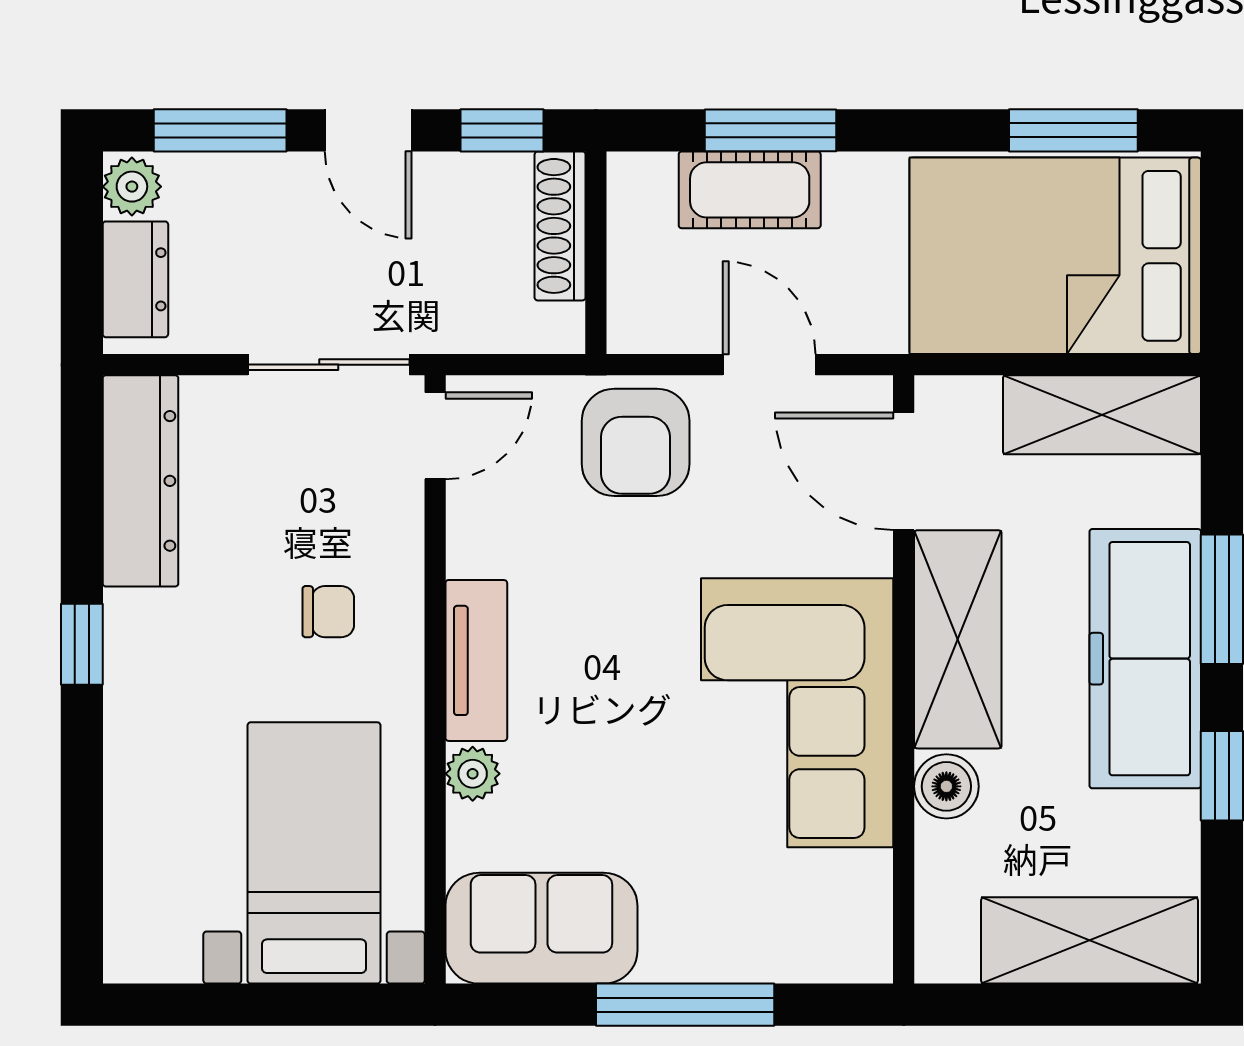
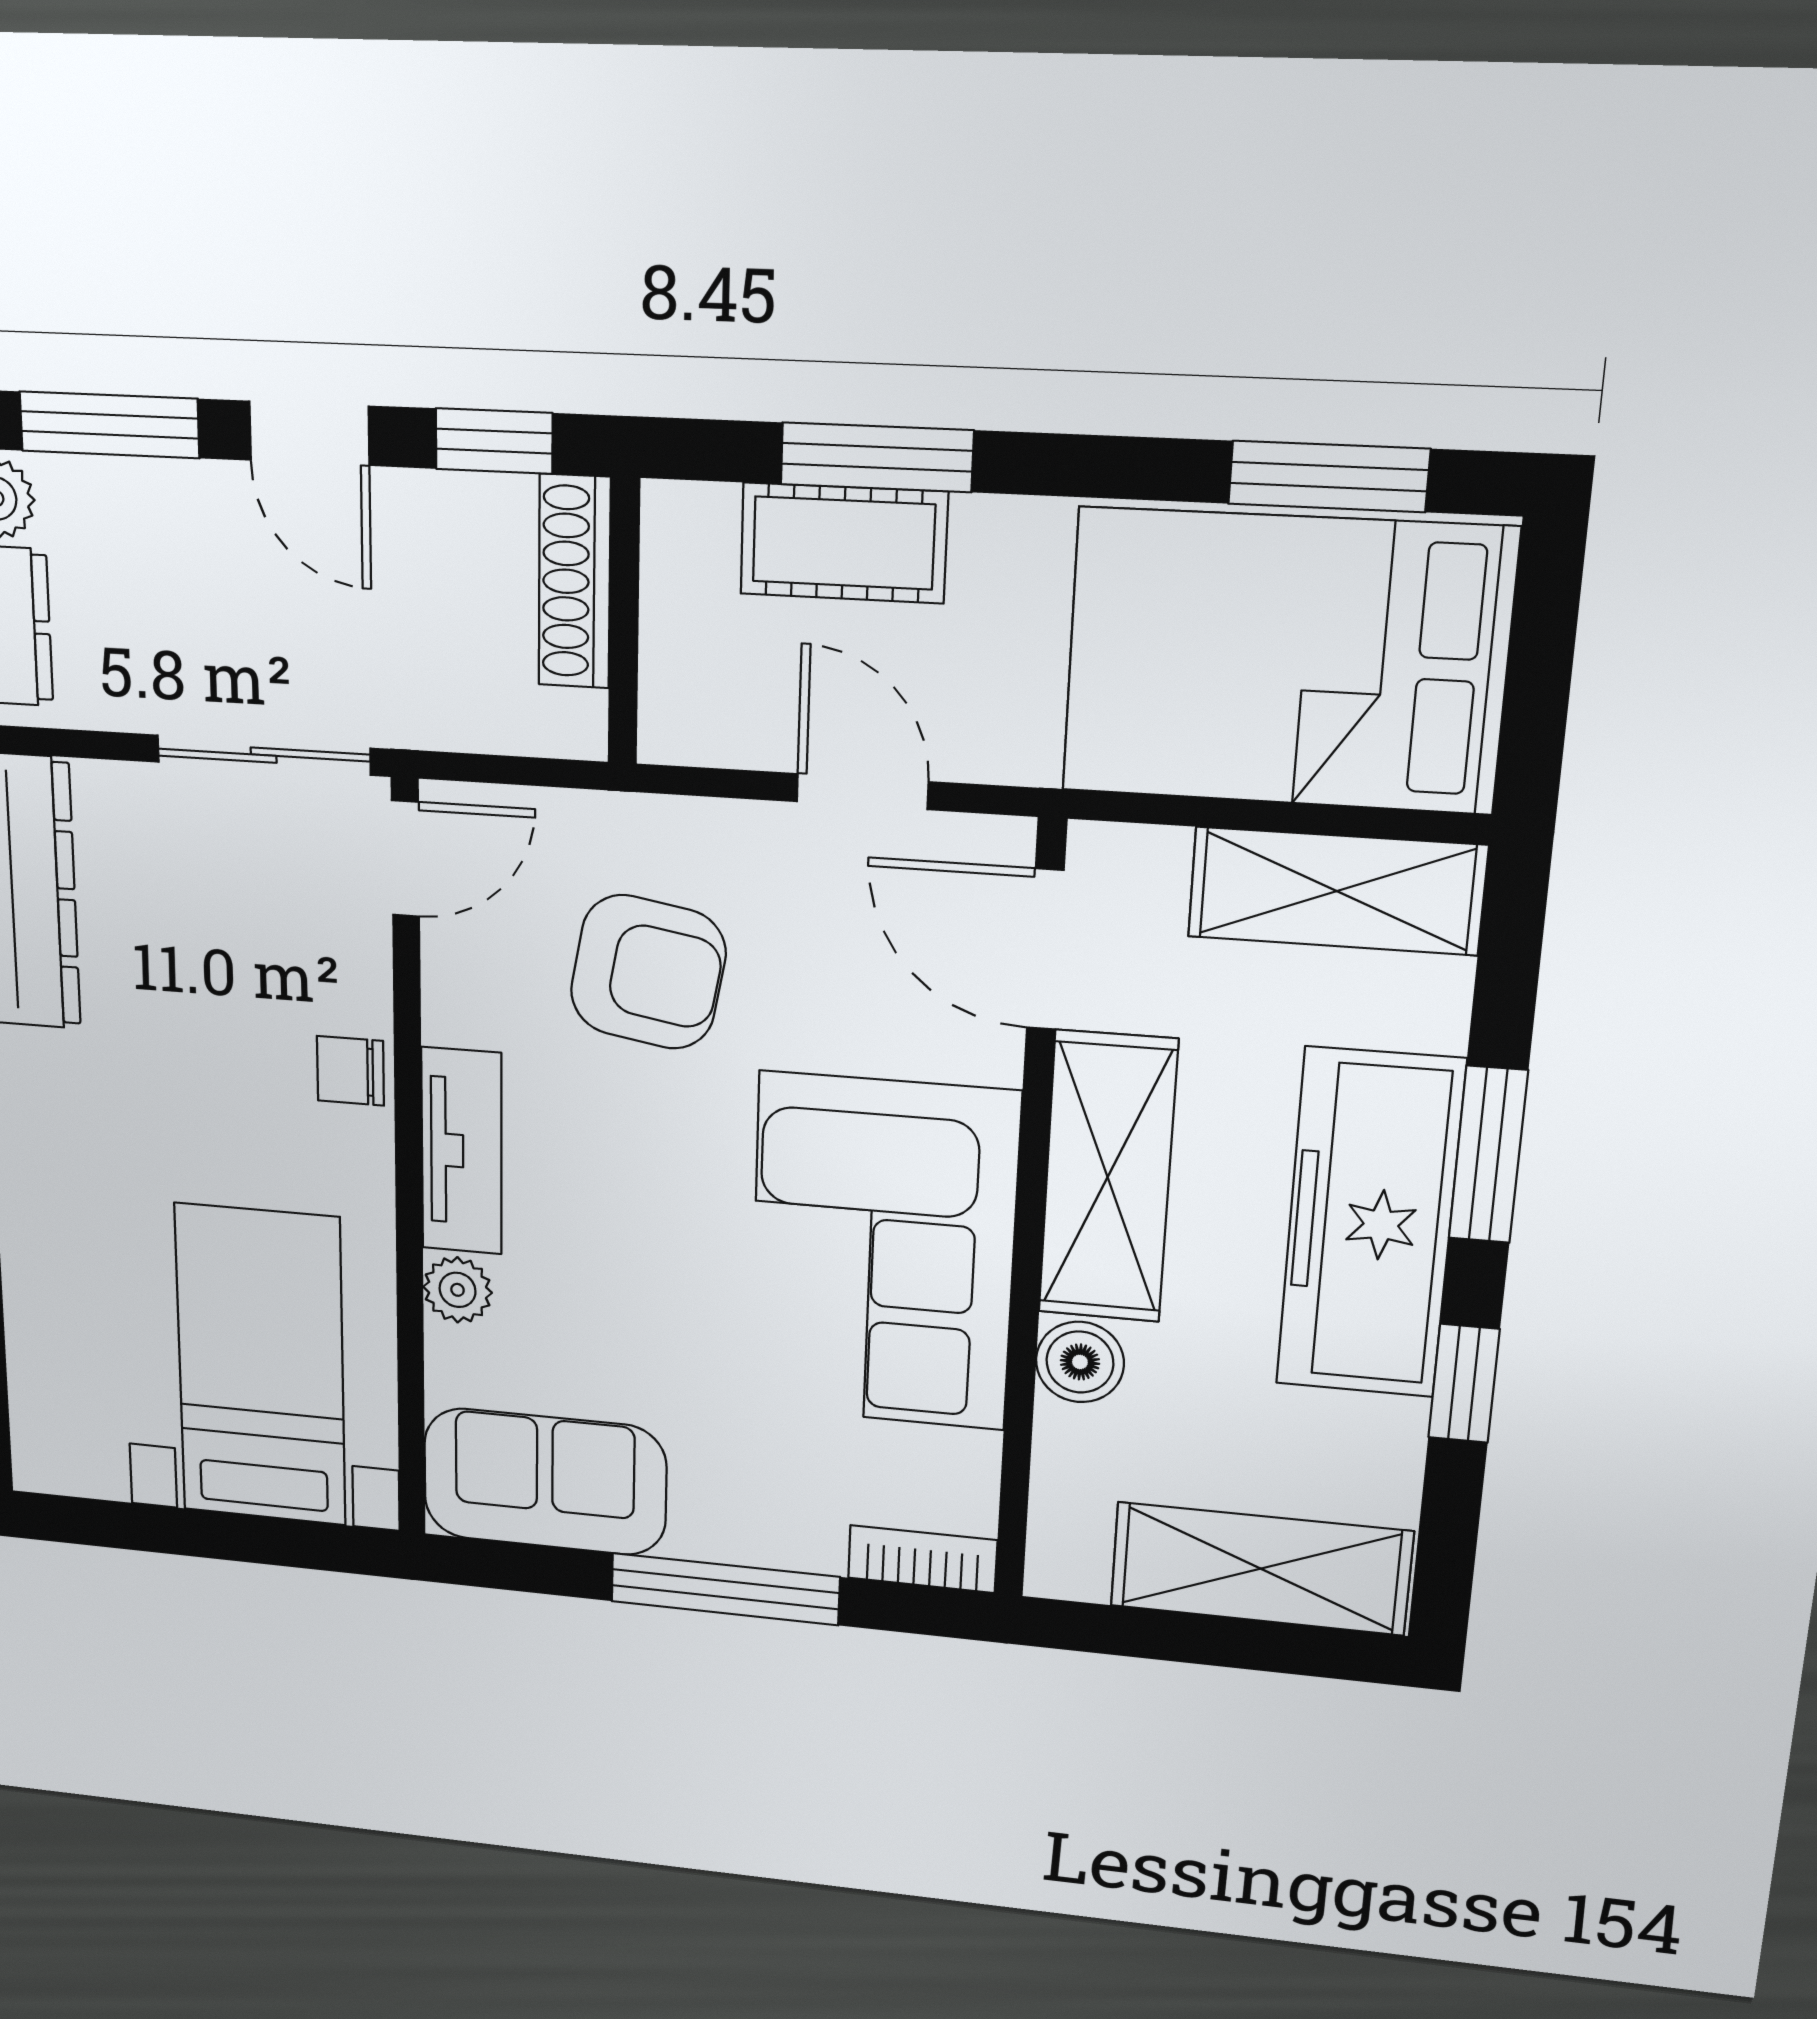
armchair: (636, 442) -> (648, 972), moved, turned -80
chair: (328, 612) -> (350, 1071), moved, turned 180
bookcase: (837, 961) -> (923, 1559), added

